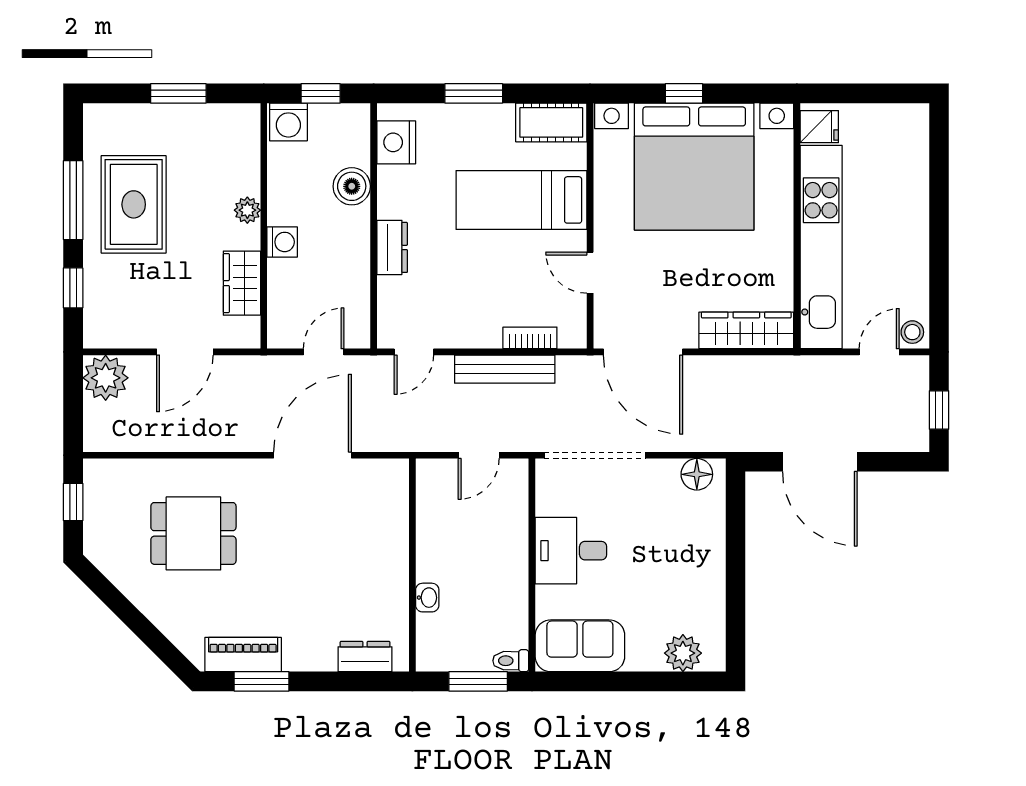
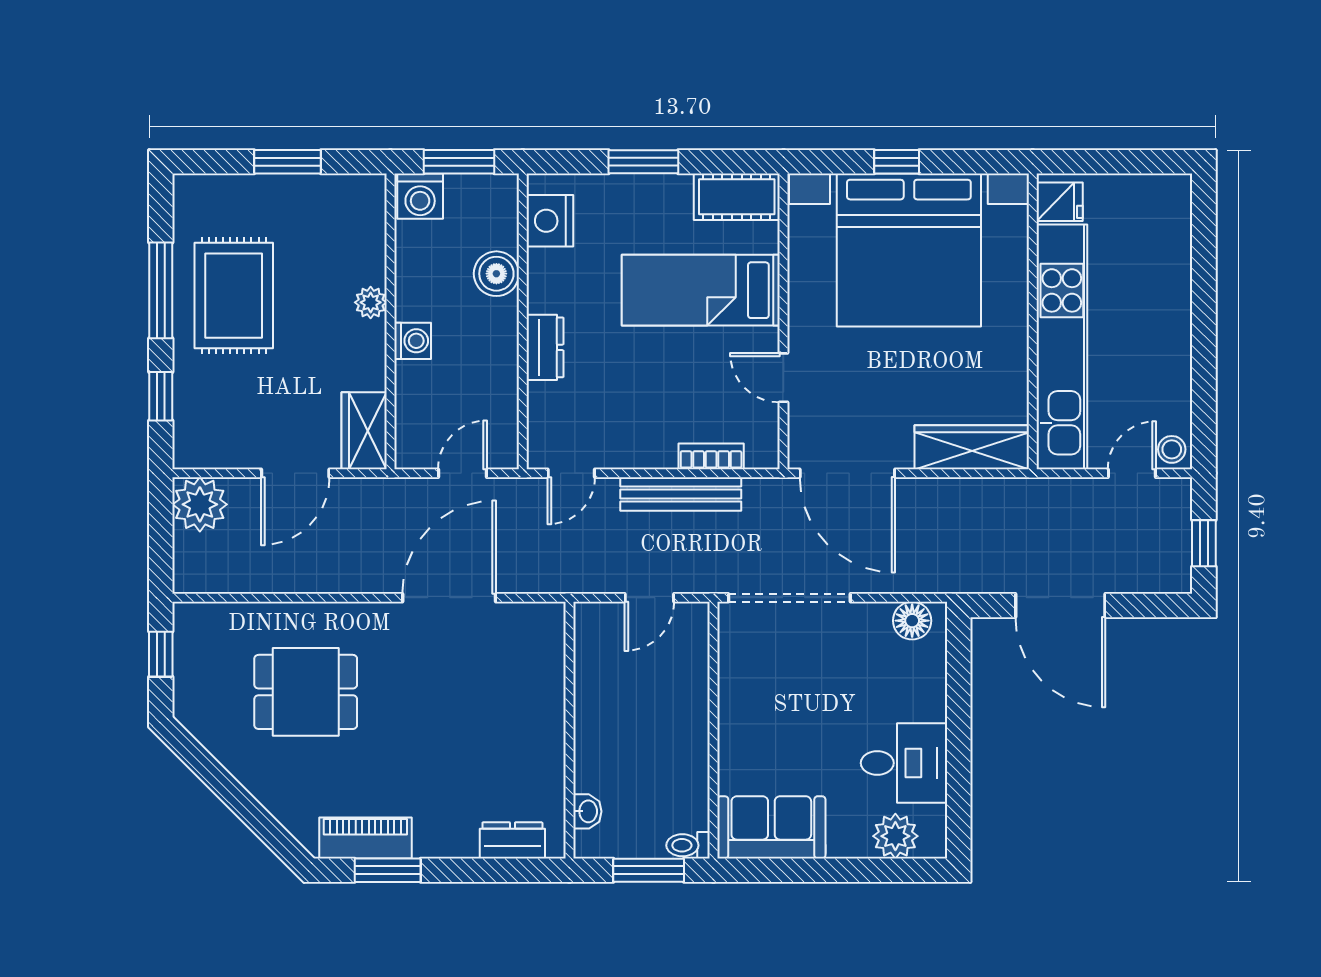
window: (321, 93) -> (459, 162), width x1.50
wardrobe: (242, 283) -> (364, 431), moved
desk: (571, 551) -> (904, 763), moved, turned 180
washbasin: (427, 598) -> (587, 811), moved

